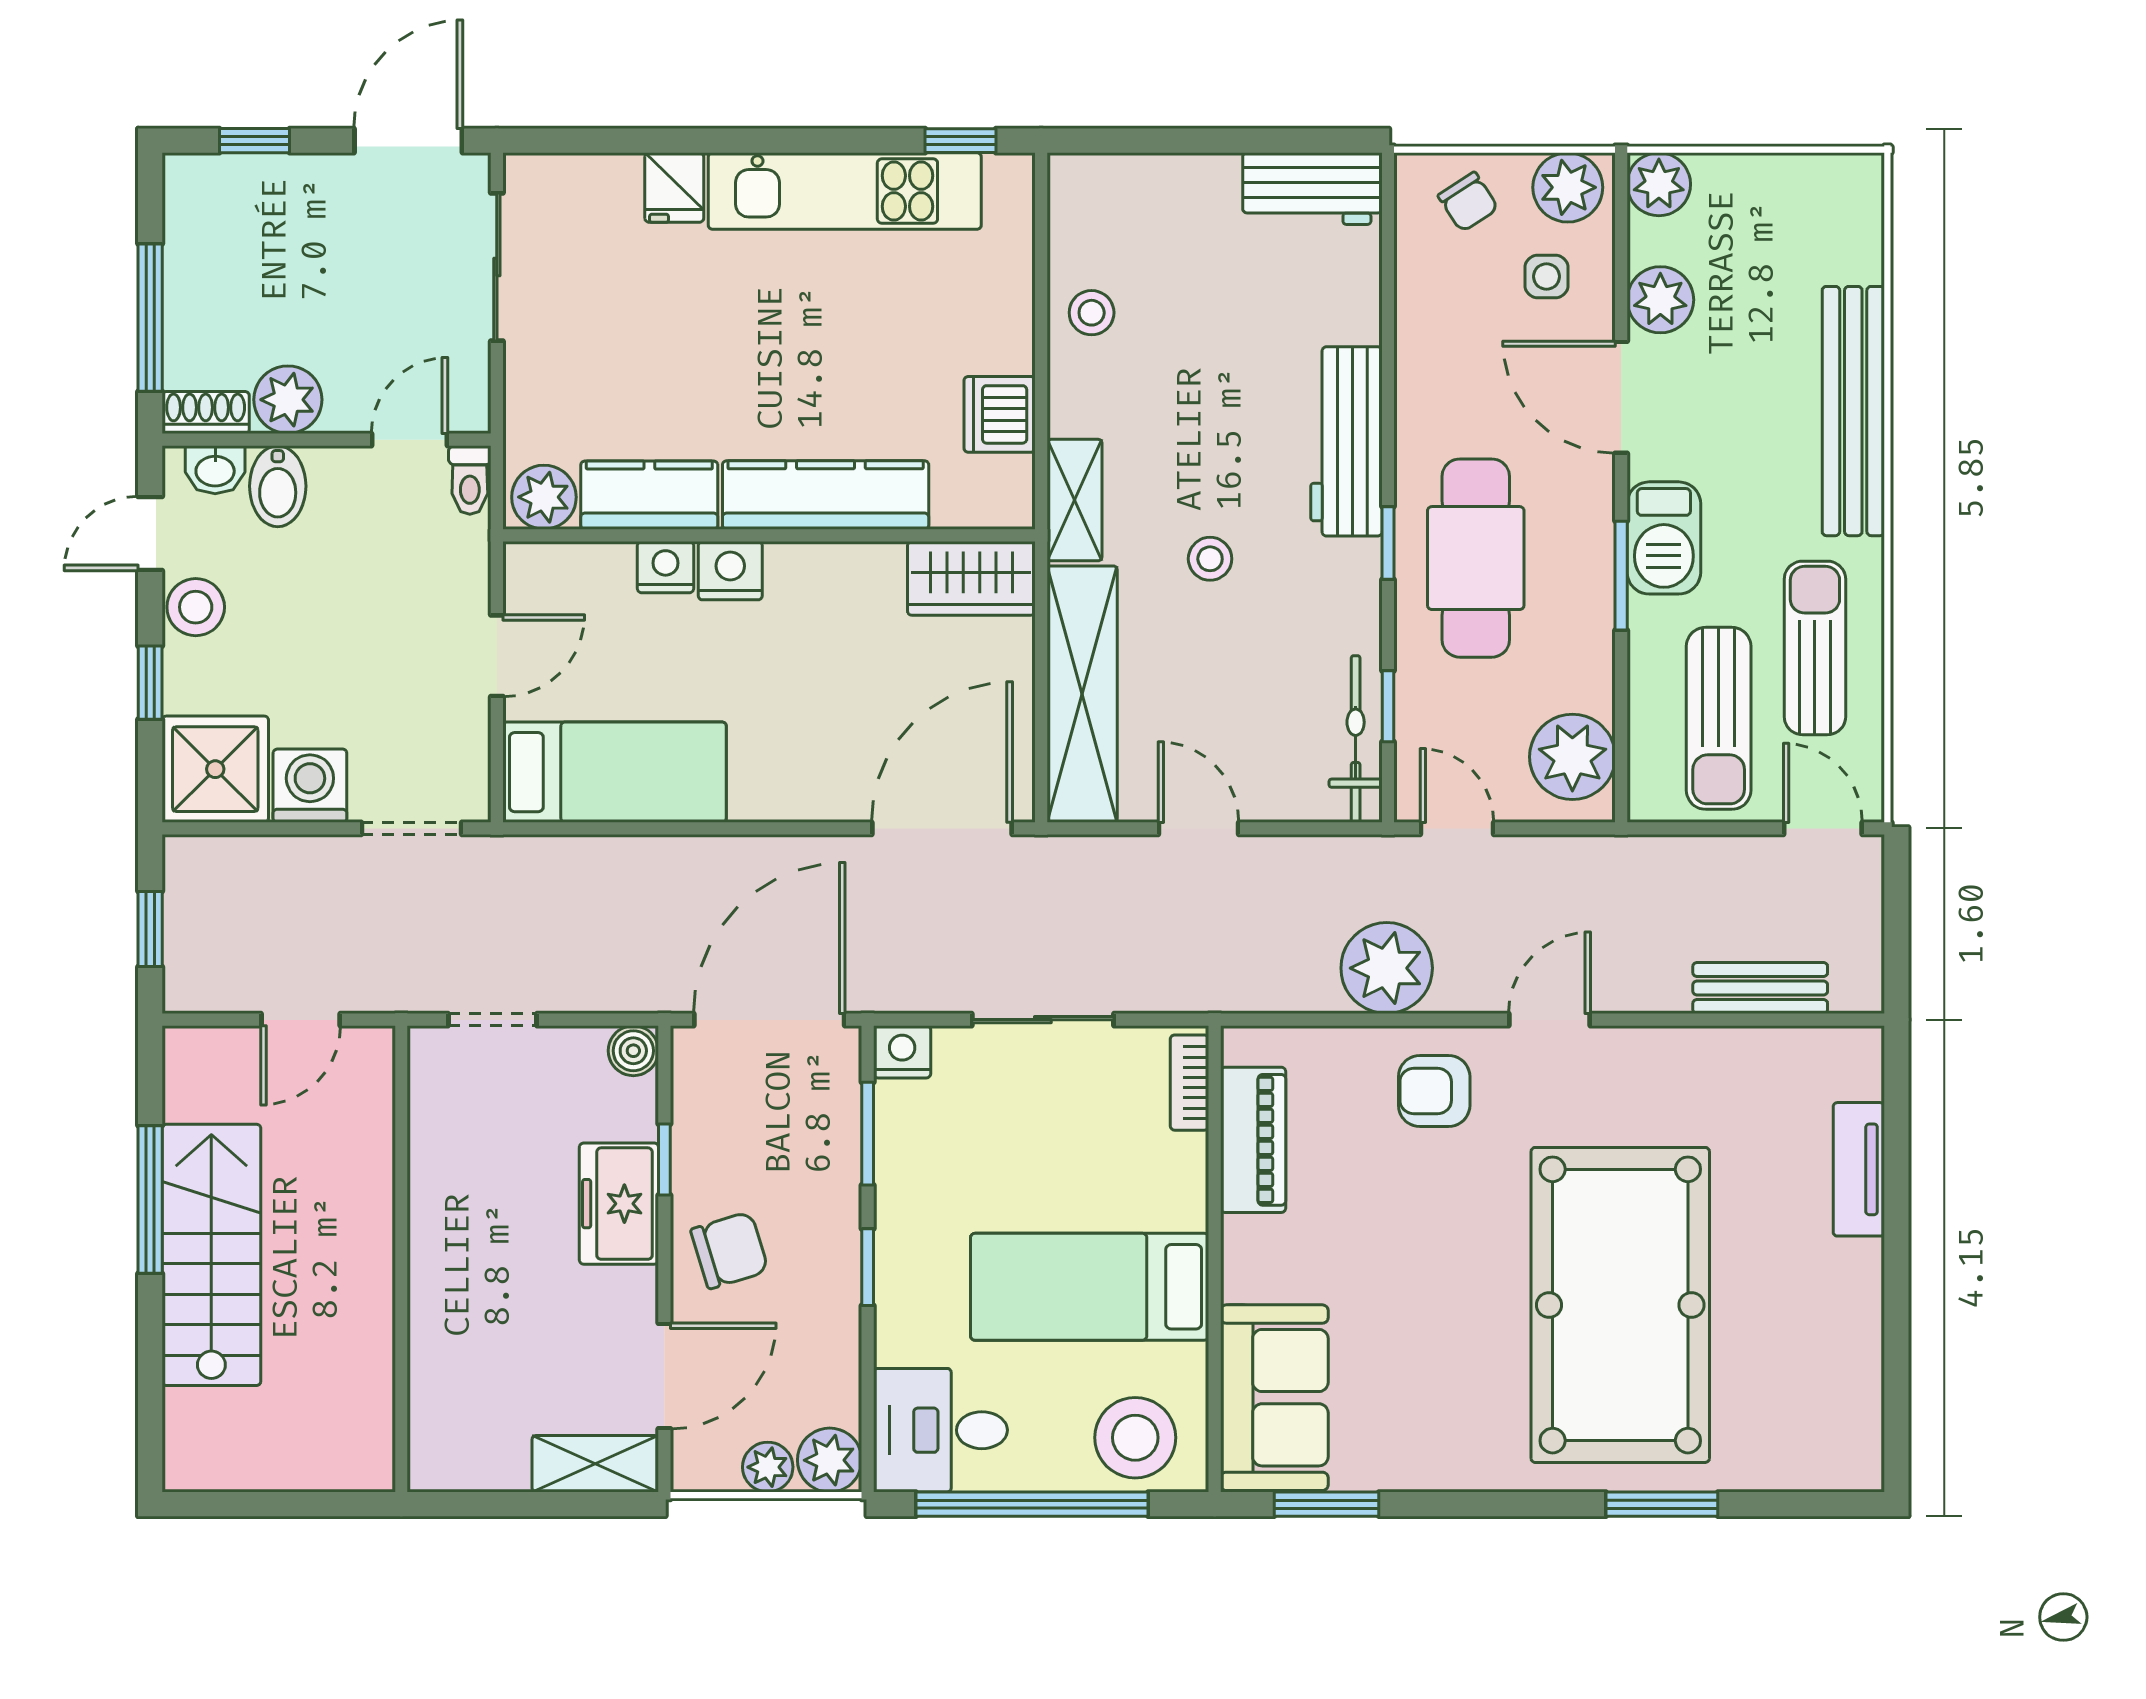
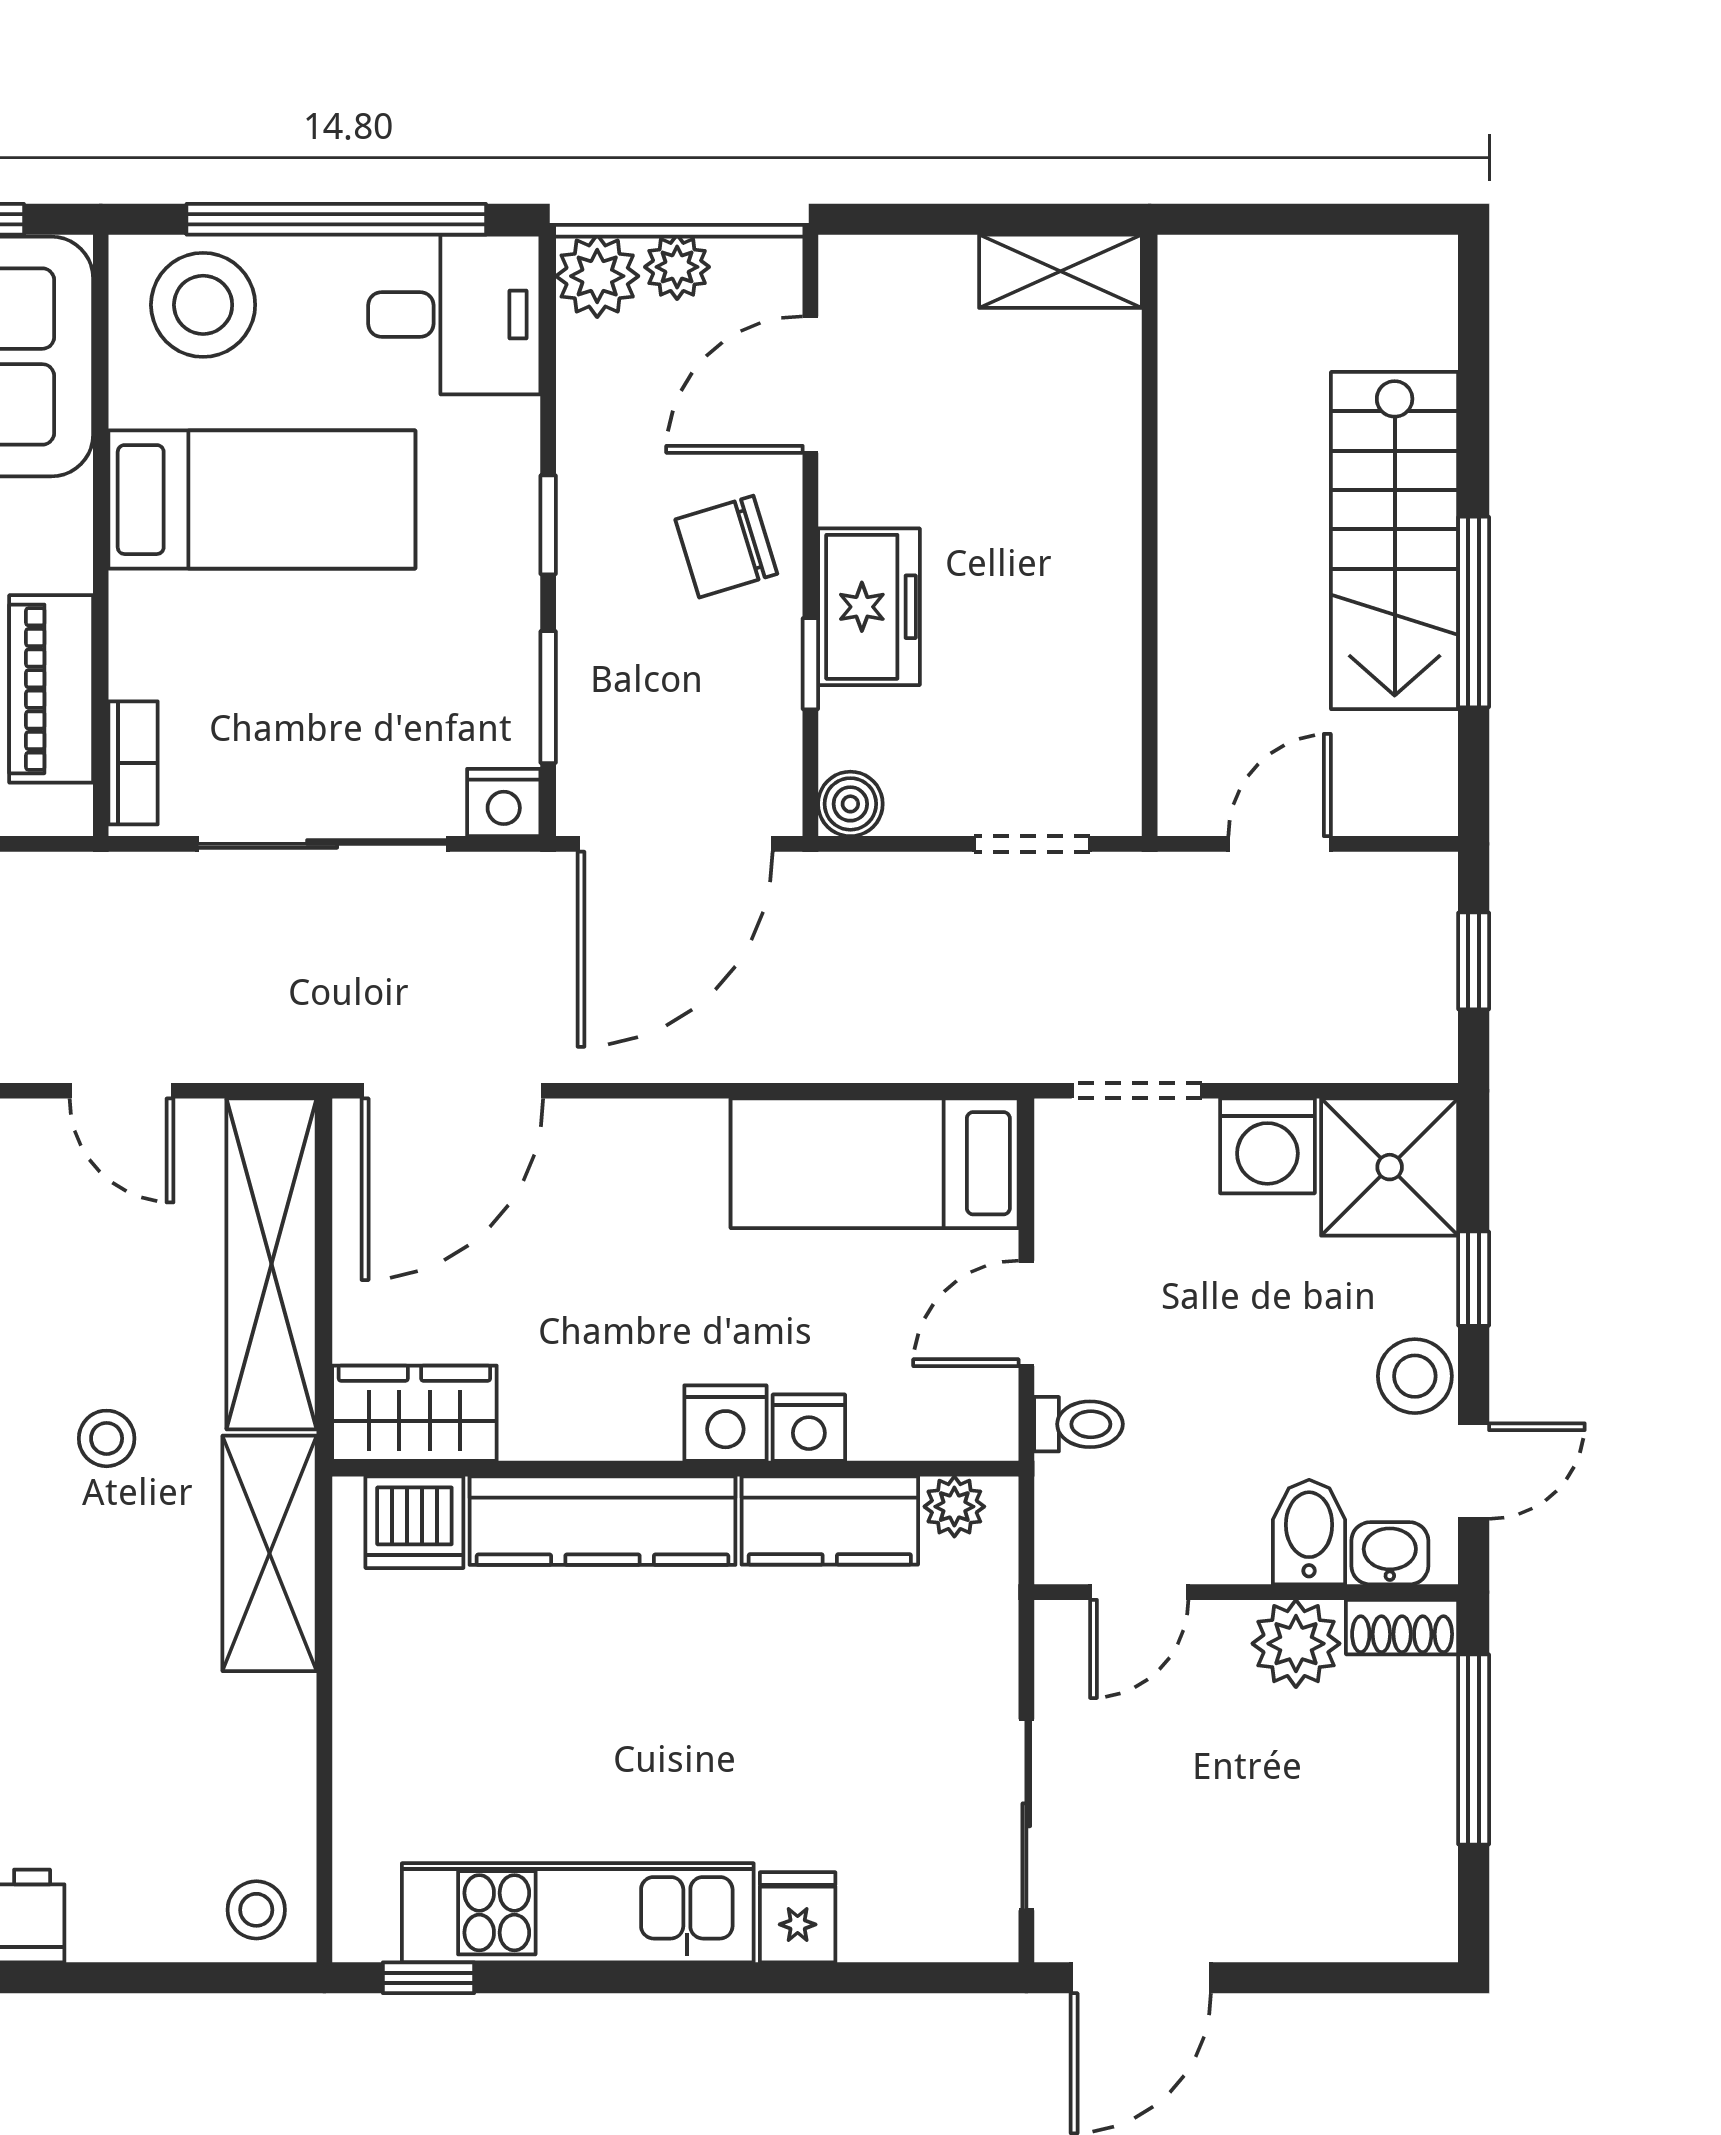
window: (254, 141) -> (1339, 1978), removed
stool: (1092, 313) -> (256, 1910), moved
dishwasher: (1000, 414) -> (414, 1522), moved, turned 90
toilet: (470, 480) -> (1078, 1424), moved, turned 90
plant: (544, 497) -> (954, 1507), width x0.73, depth x0.73
shelving: (1075, 500) -> (270, 1553), width x1.50, depth x1.33
sliding door: (1043, 1020) -> (322, 844), width x1.37
shelving: (595, 1464) -> (1061, 271), moved

